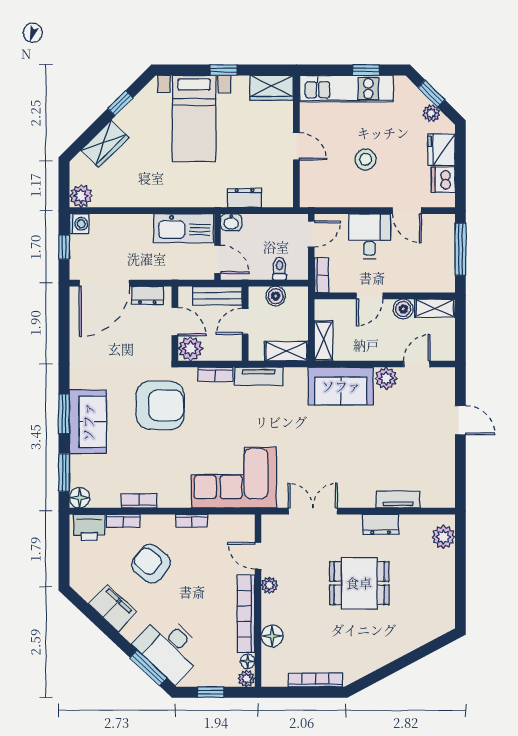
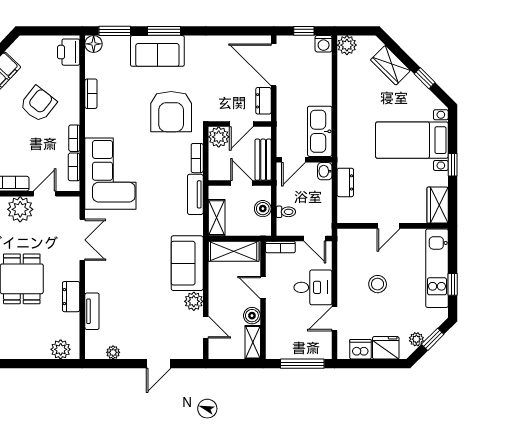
shelving: (323, 341) -> (234, 251), width x1.50, depth x1.33
plant: (447, 474) -> (113, 352), added
bookcase: (123, 521) -> (74, 167), moved
plant: (269, 585) -> (20, 209), width x1.87, depth x1.87

